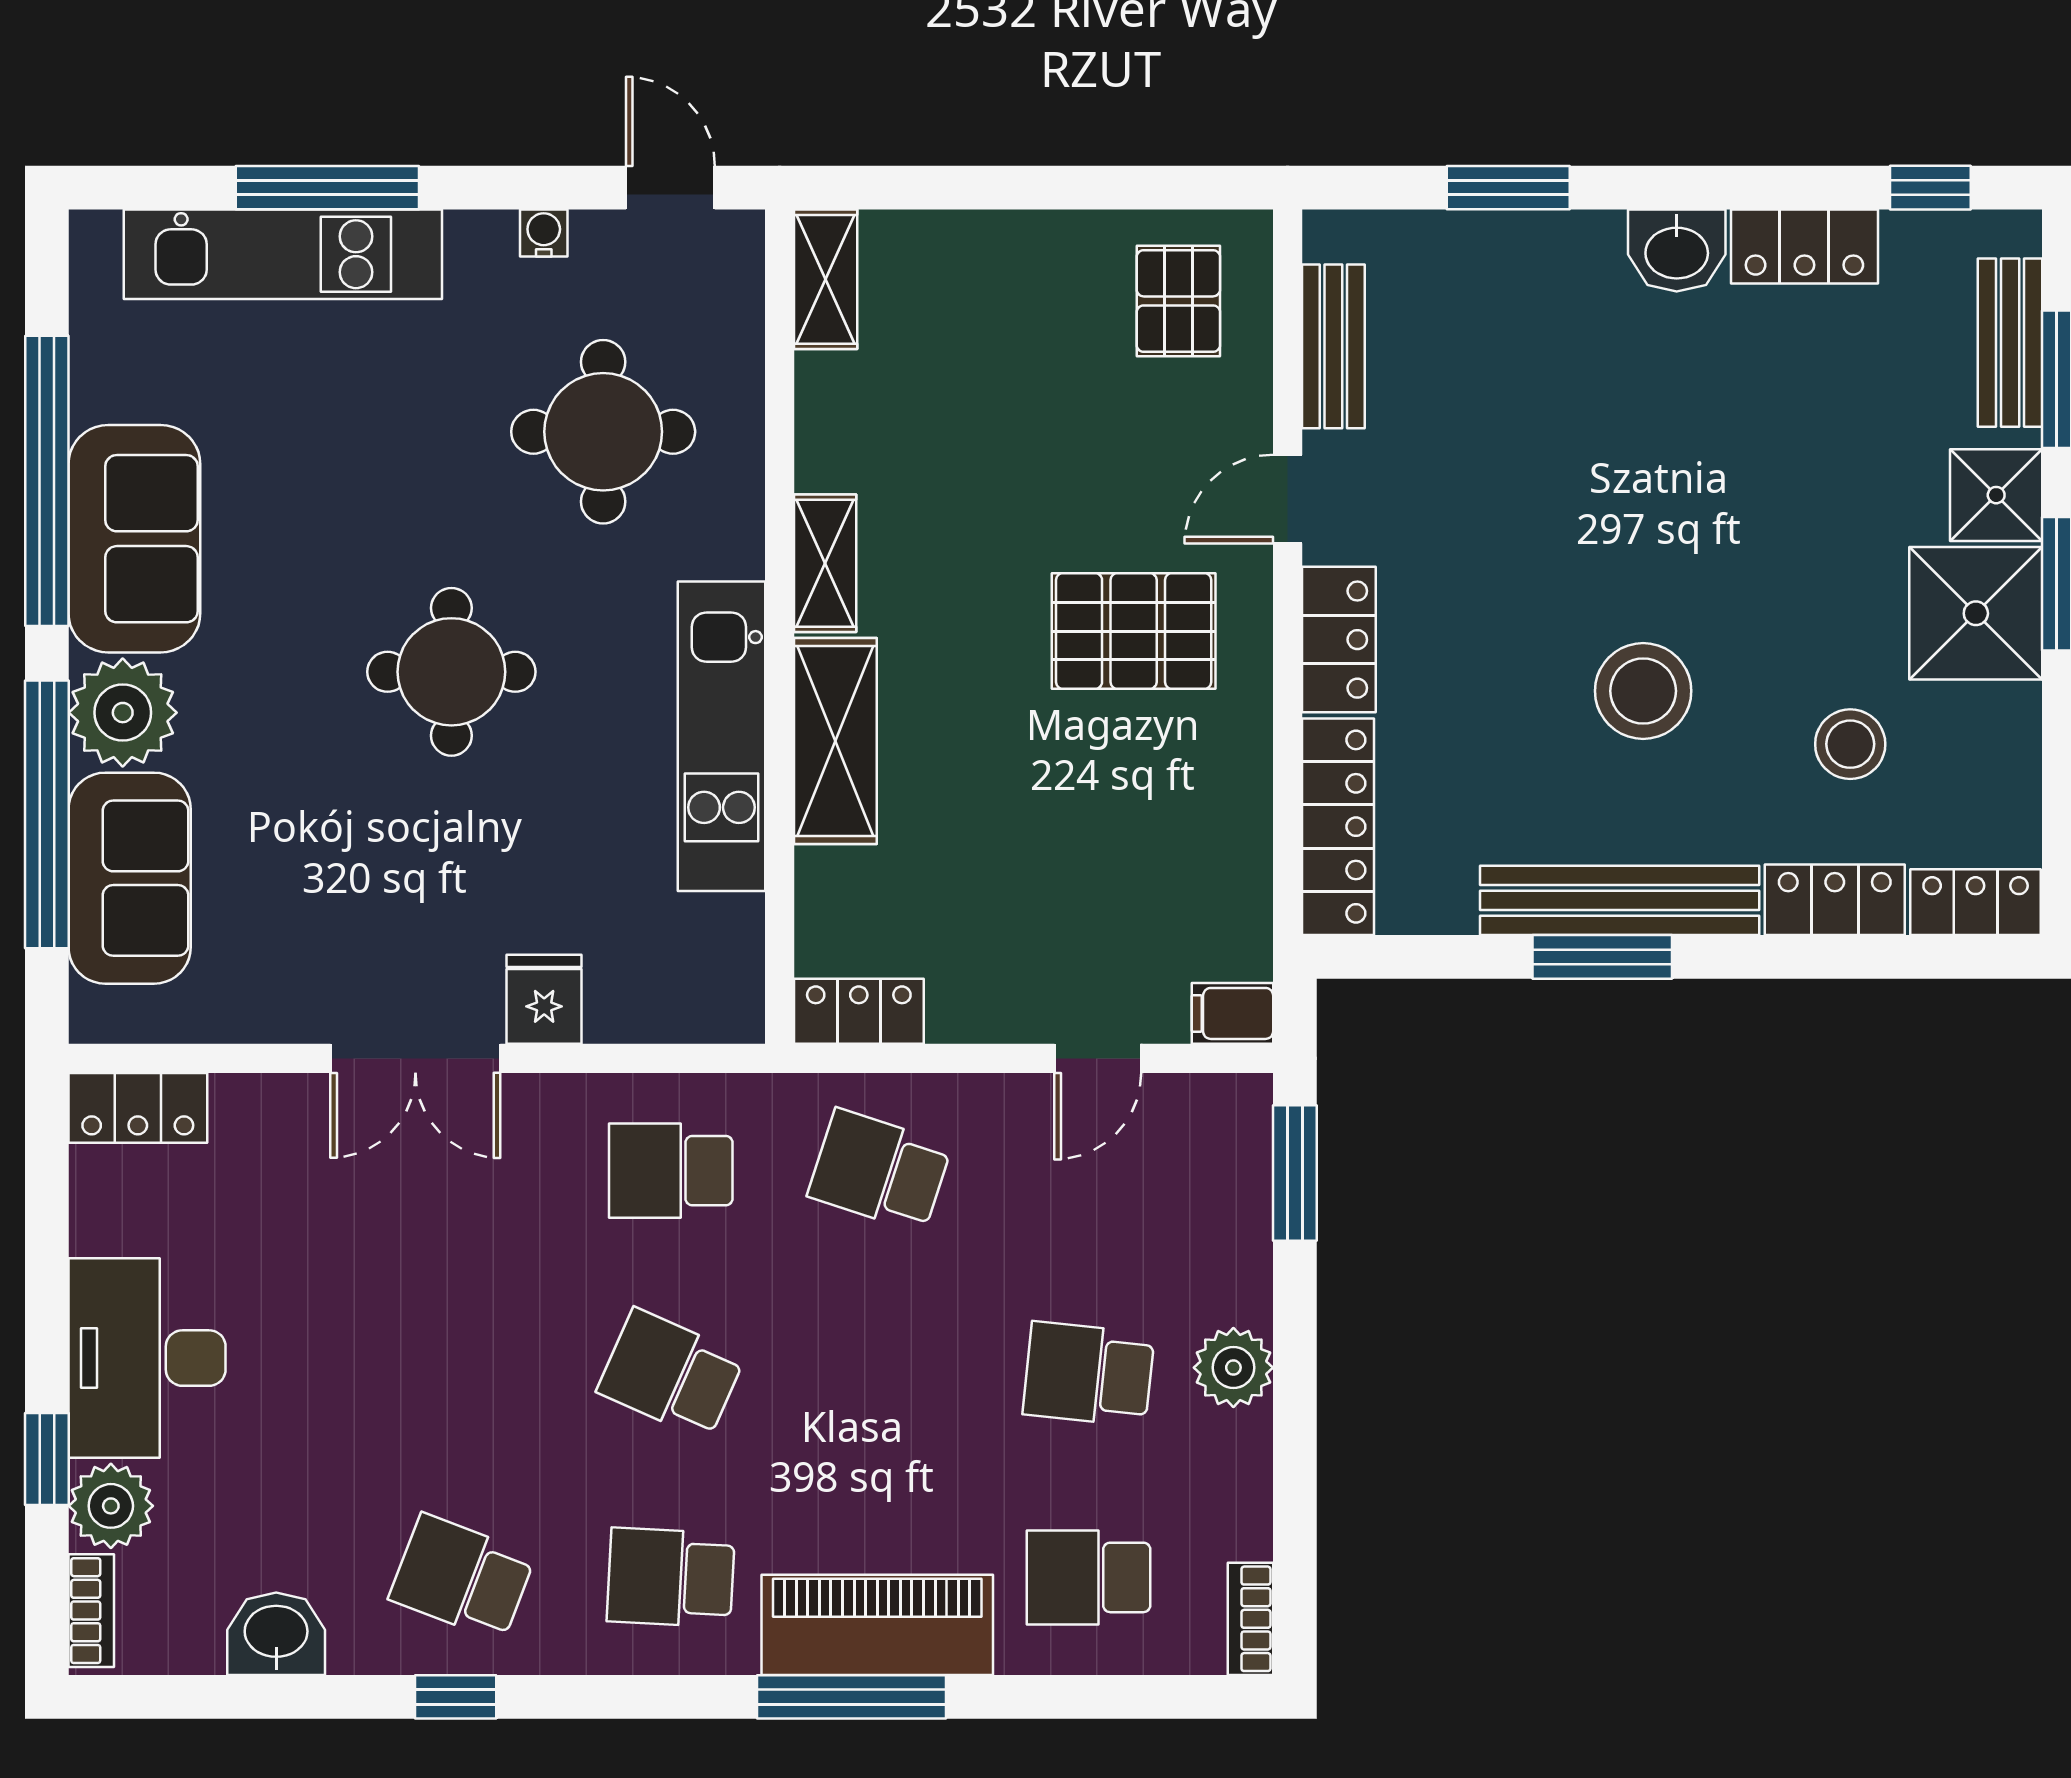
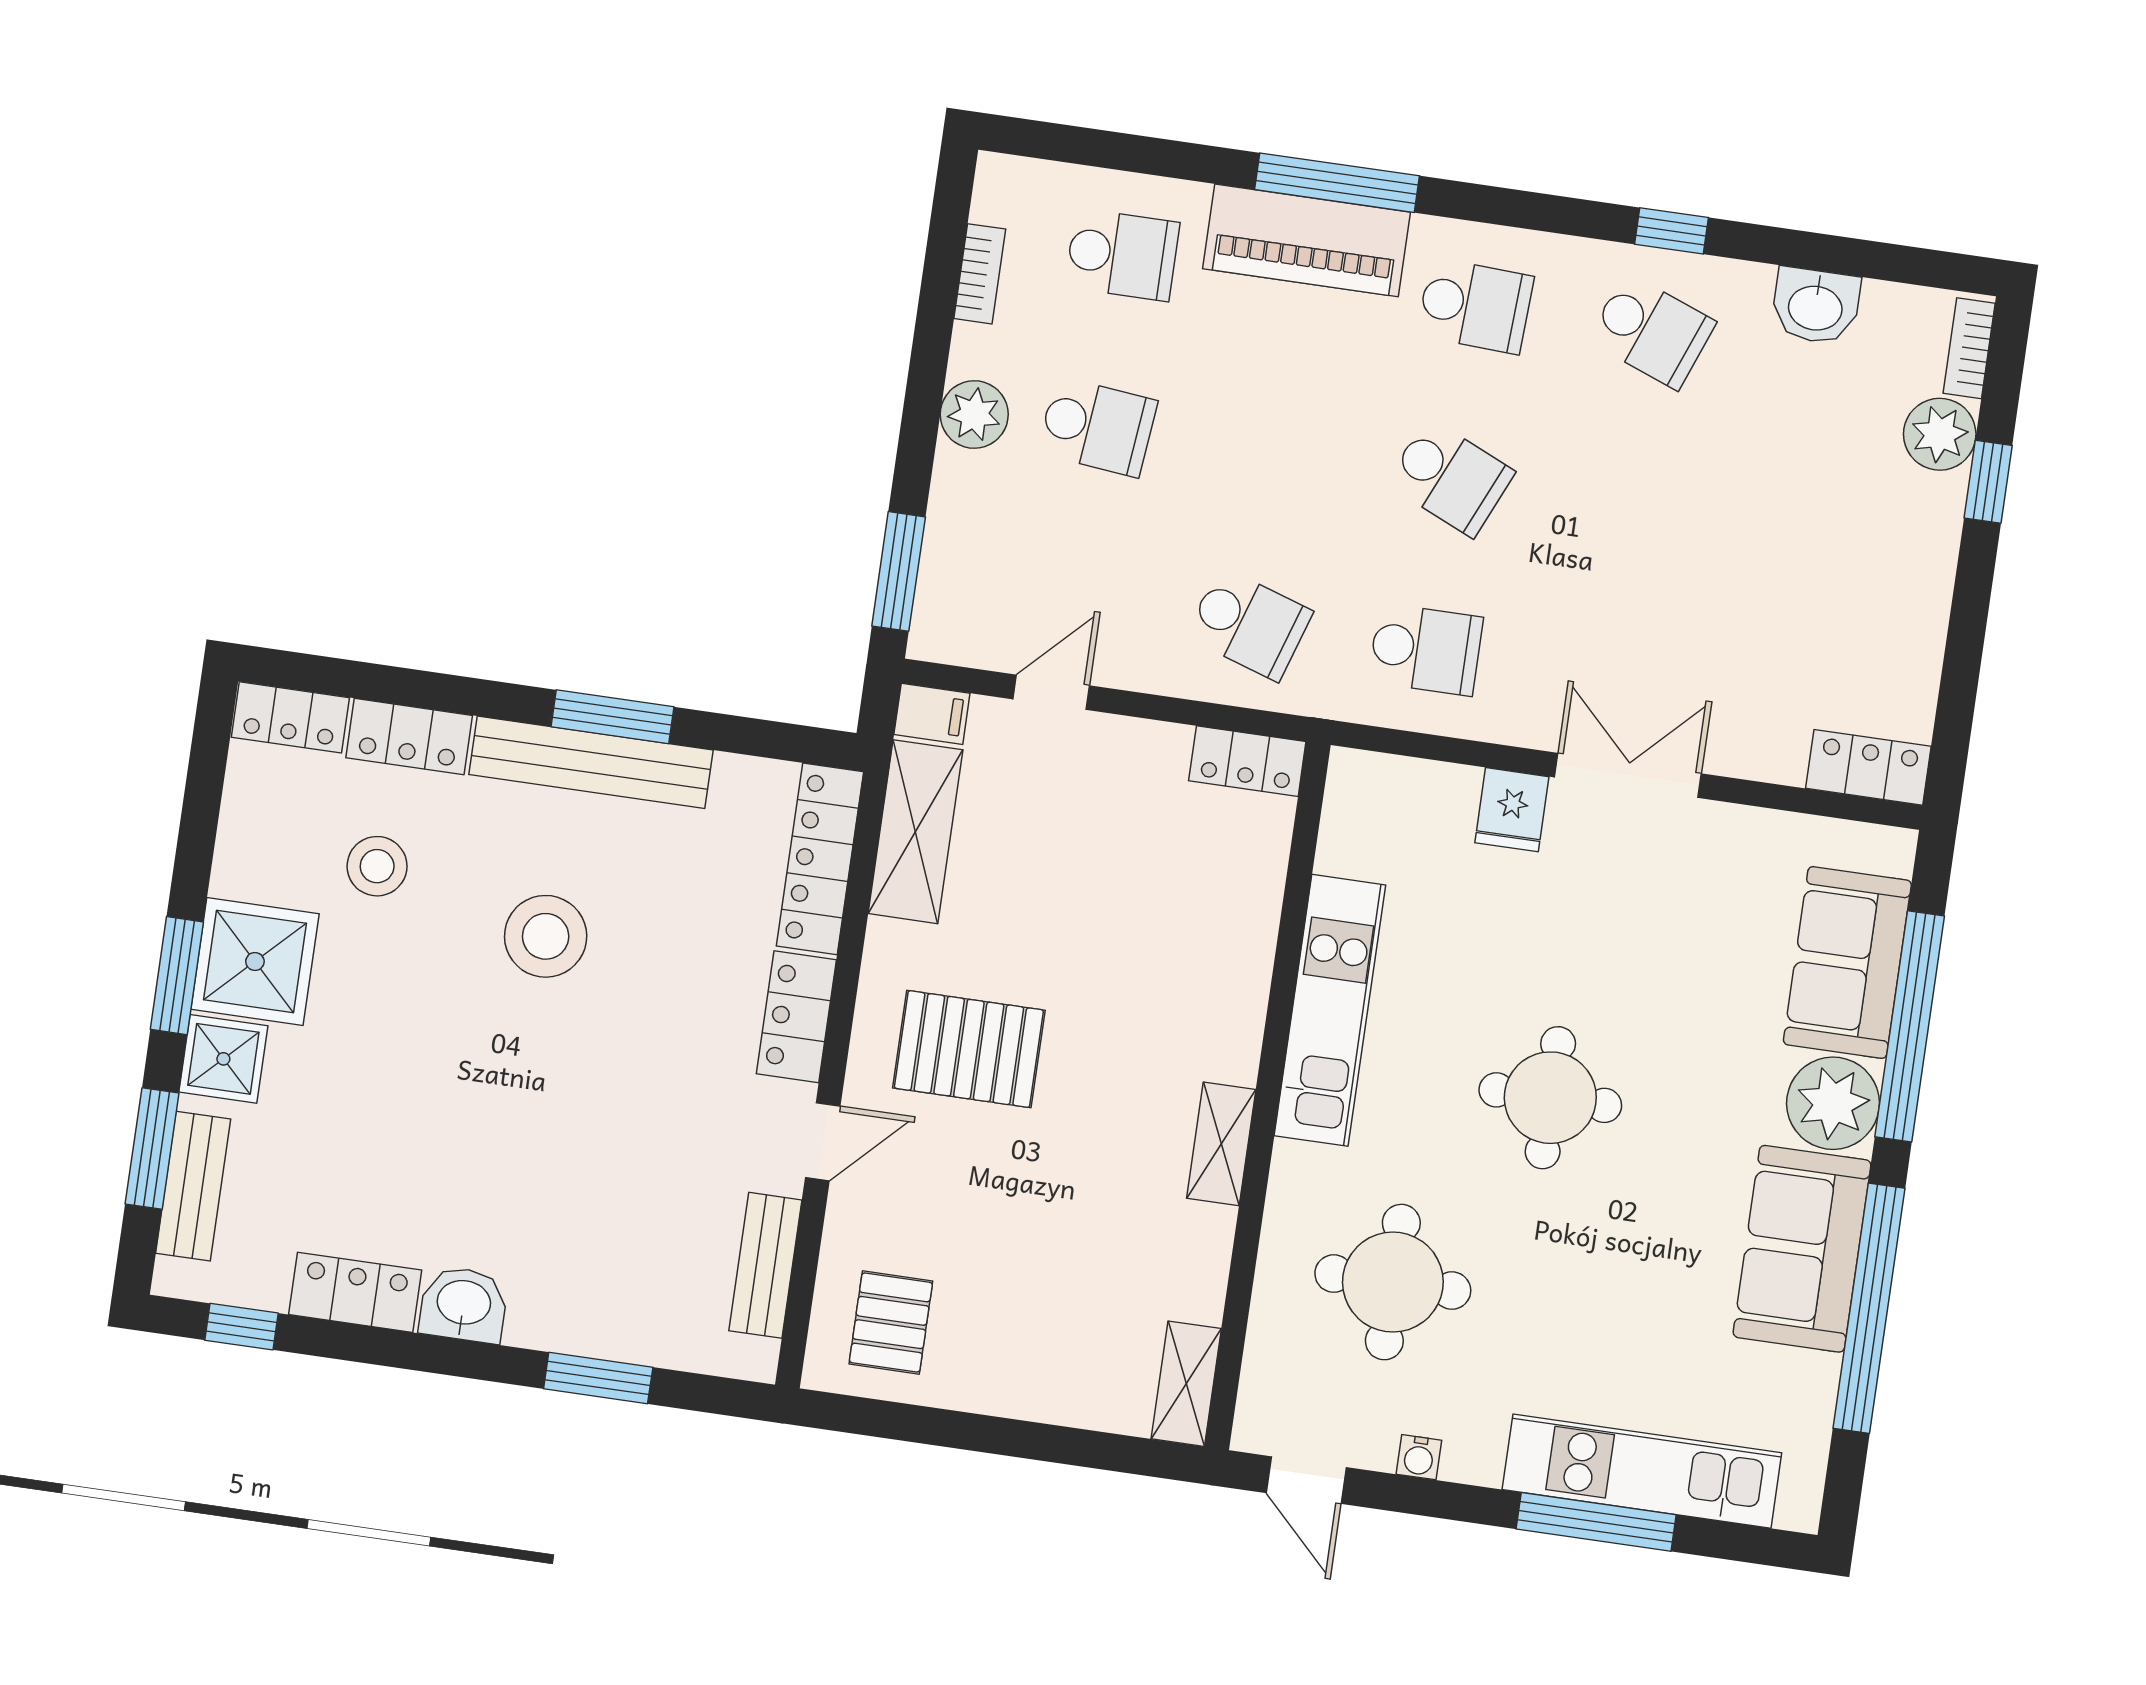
shelving: (835, 741) -> (915, 832), moved
desk: (147, 1358) -> (1891, 555), removed
bookcase: (1251, 1619) -> (980, 274), moved

